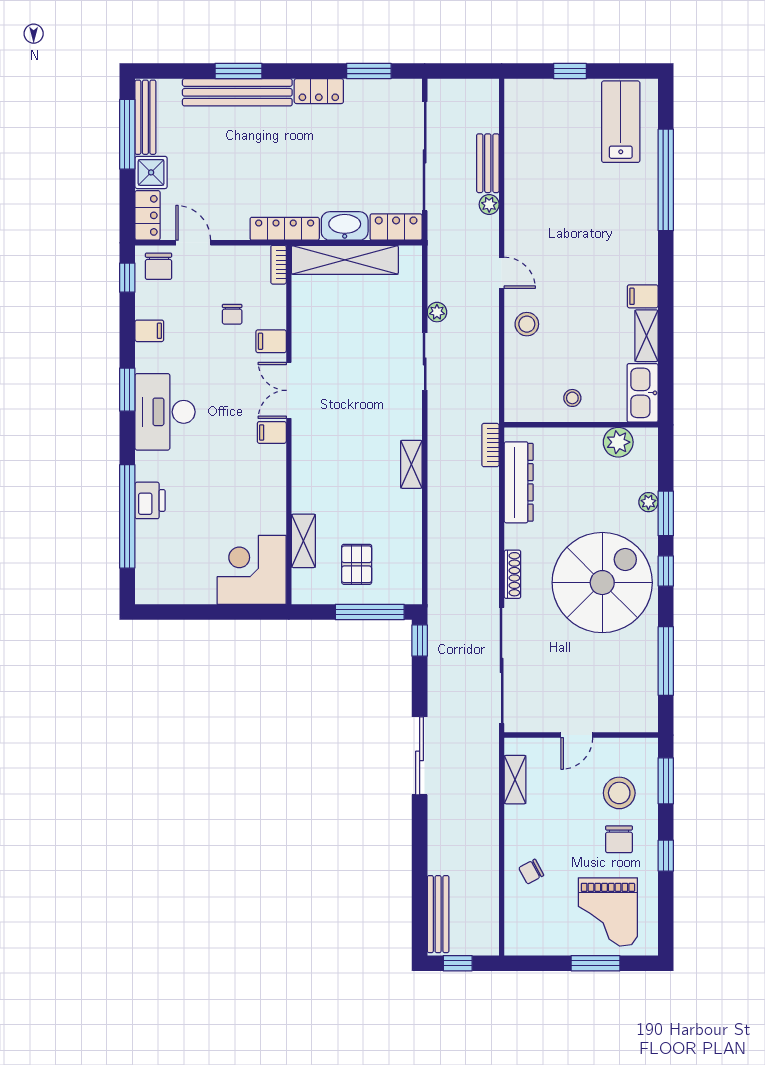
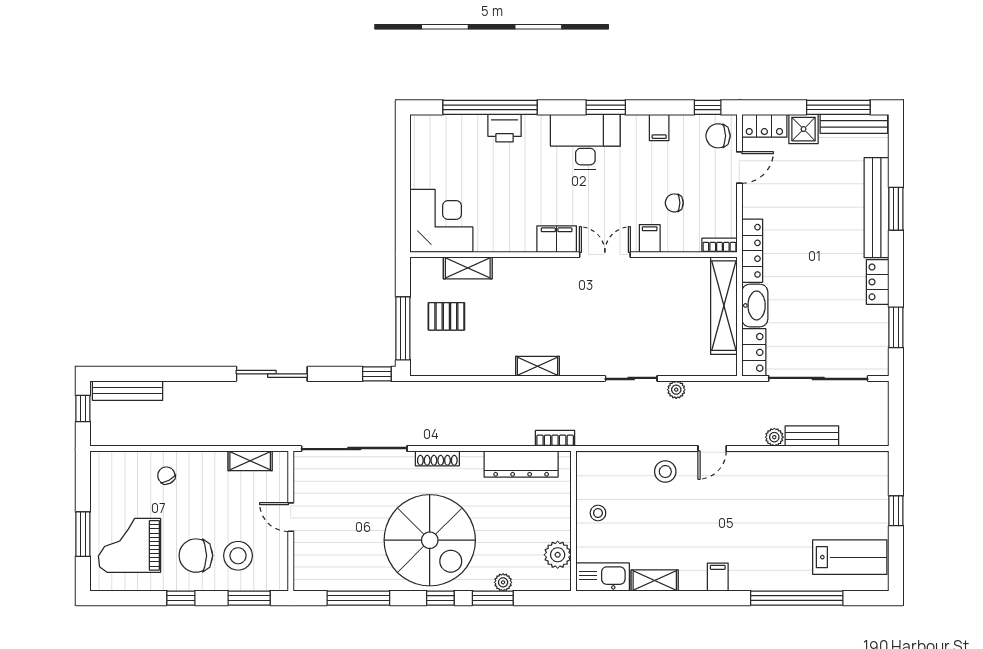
filing cabinet: (643, 296) -> (718, 577), moved
filing cabinet: (272, 432) -> (557, 239), width x2.00
chair: (619, 839) -> (196, 556), width x1.37, depth x1.37

